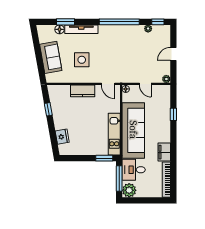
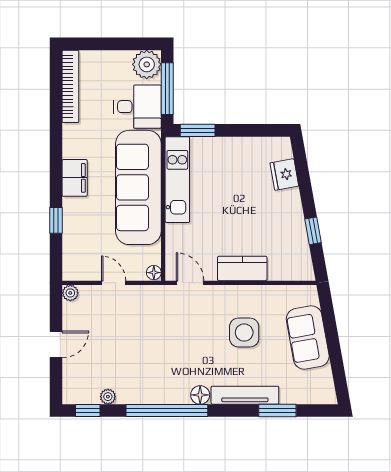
floor lamp: (60, 29) -> (200, 395), moved
filing cabinet: (164, 152) -> (75, 178), moved

